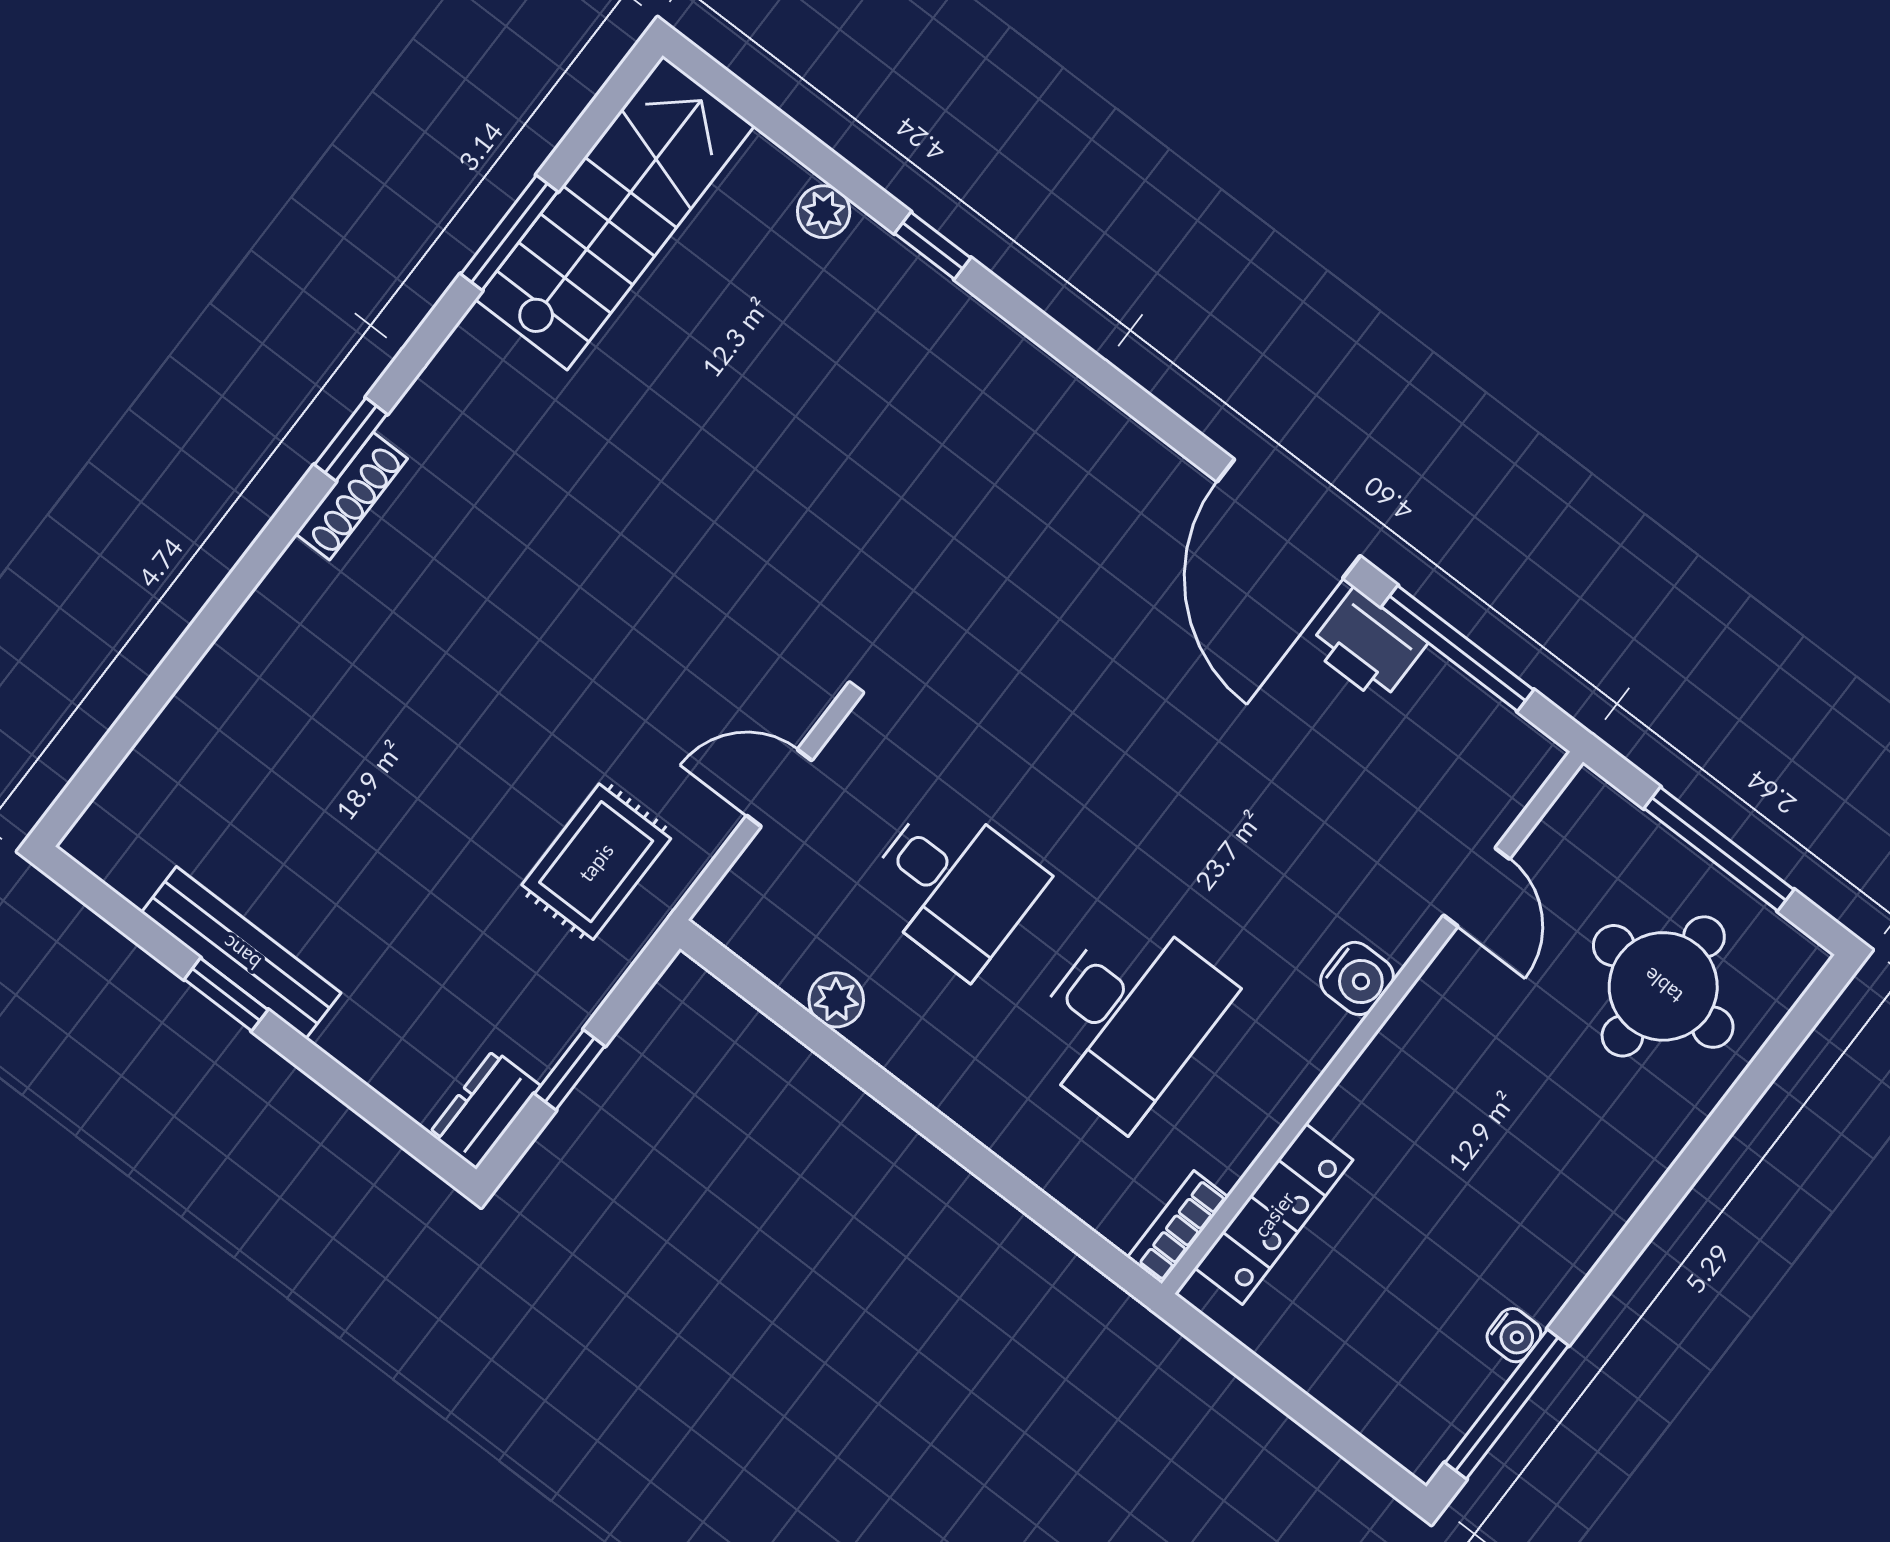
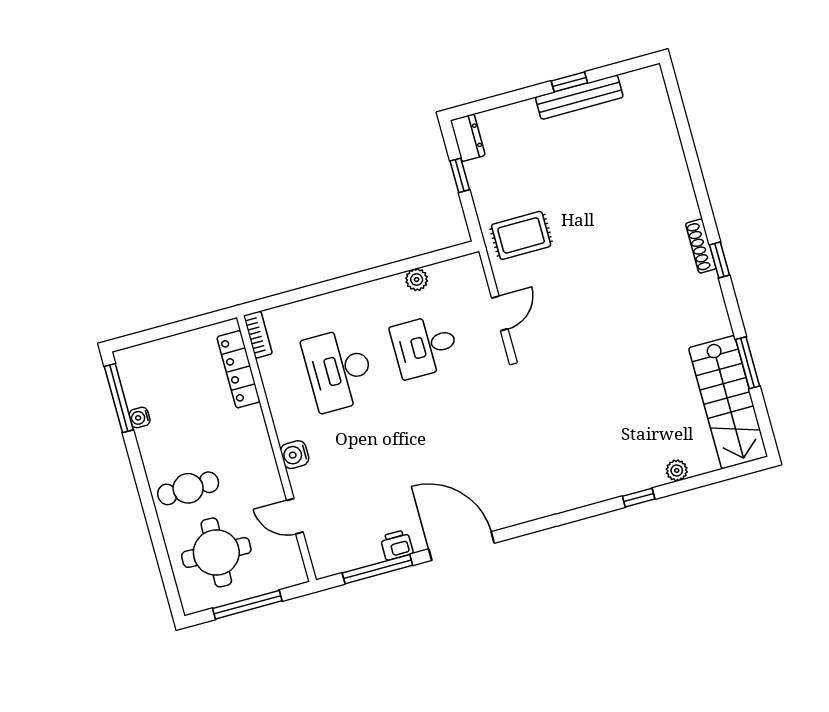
printer: (1368, 645) -> (397, 545), width x0.73, depth x0.81
rug: (596, 862) -> (521, 235), turned 90
cafe table: (1580, 1136) -> (188, 488), added

